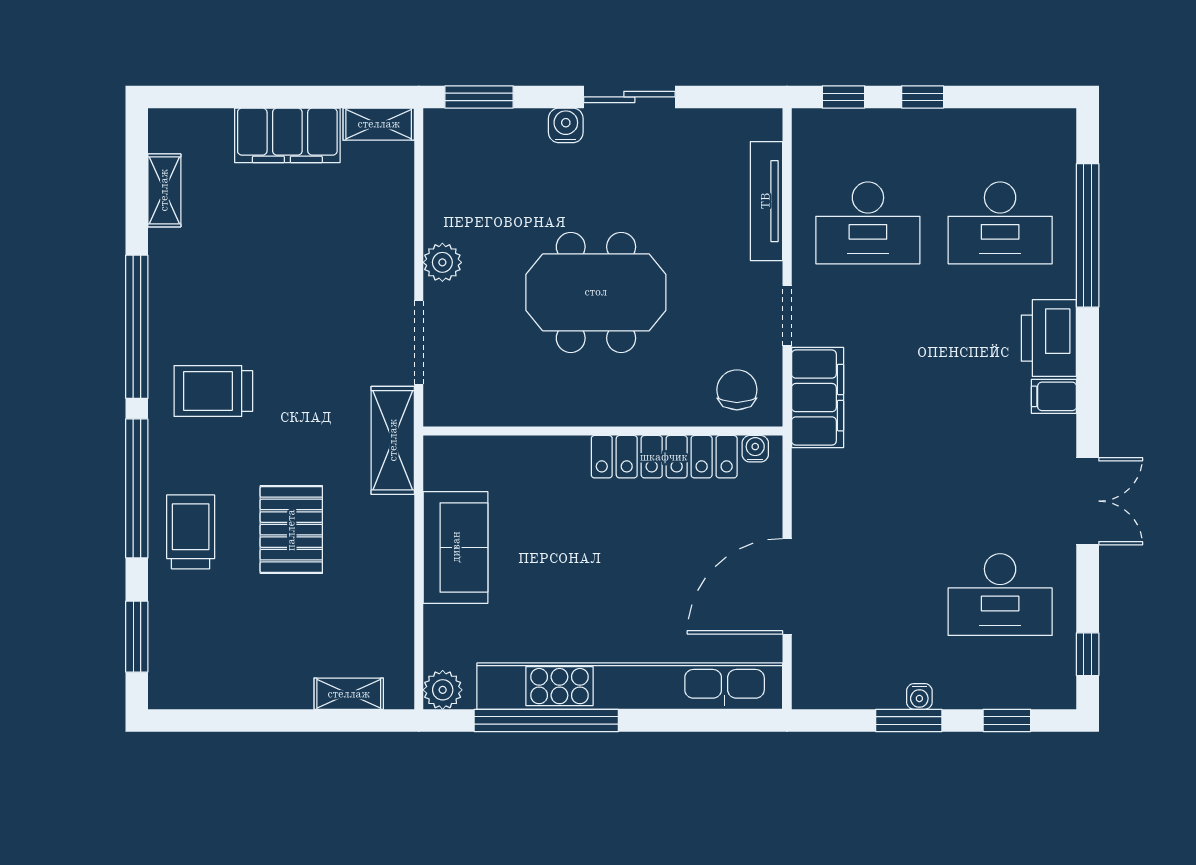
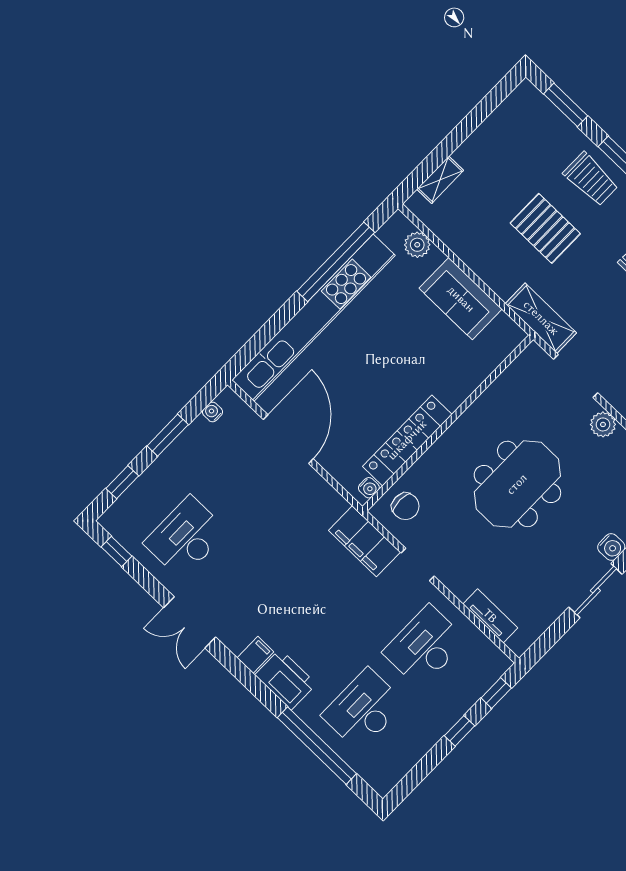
tv unit: (766, 201) -> (490, 616), width x0.71
plant: (443, 690) -> (417, 245), moved
water cooler: (919, 696) -> (213, 412), moved

